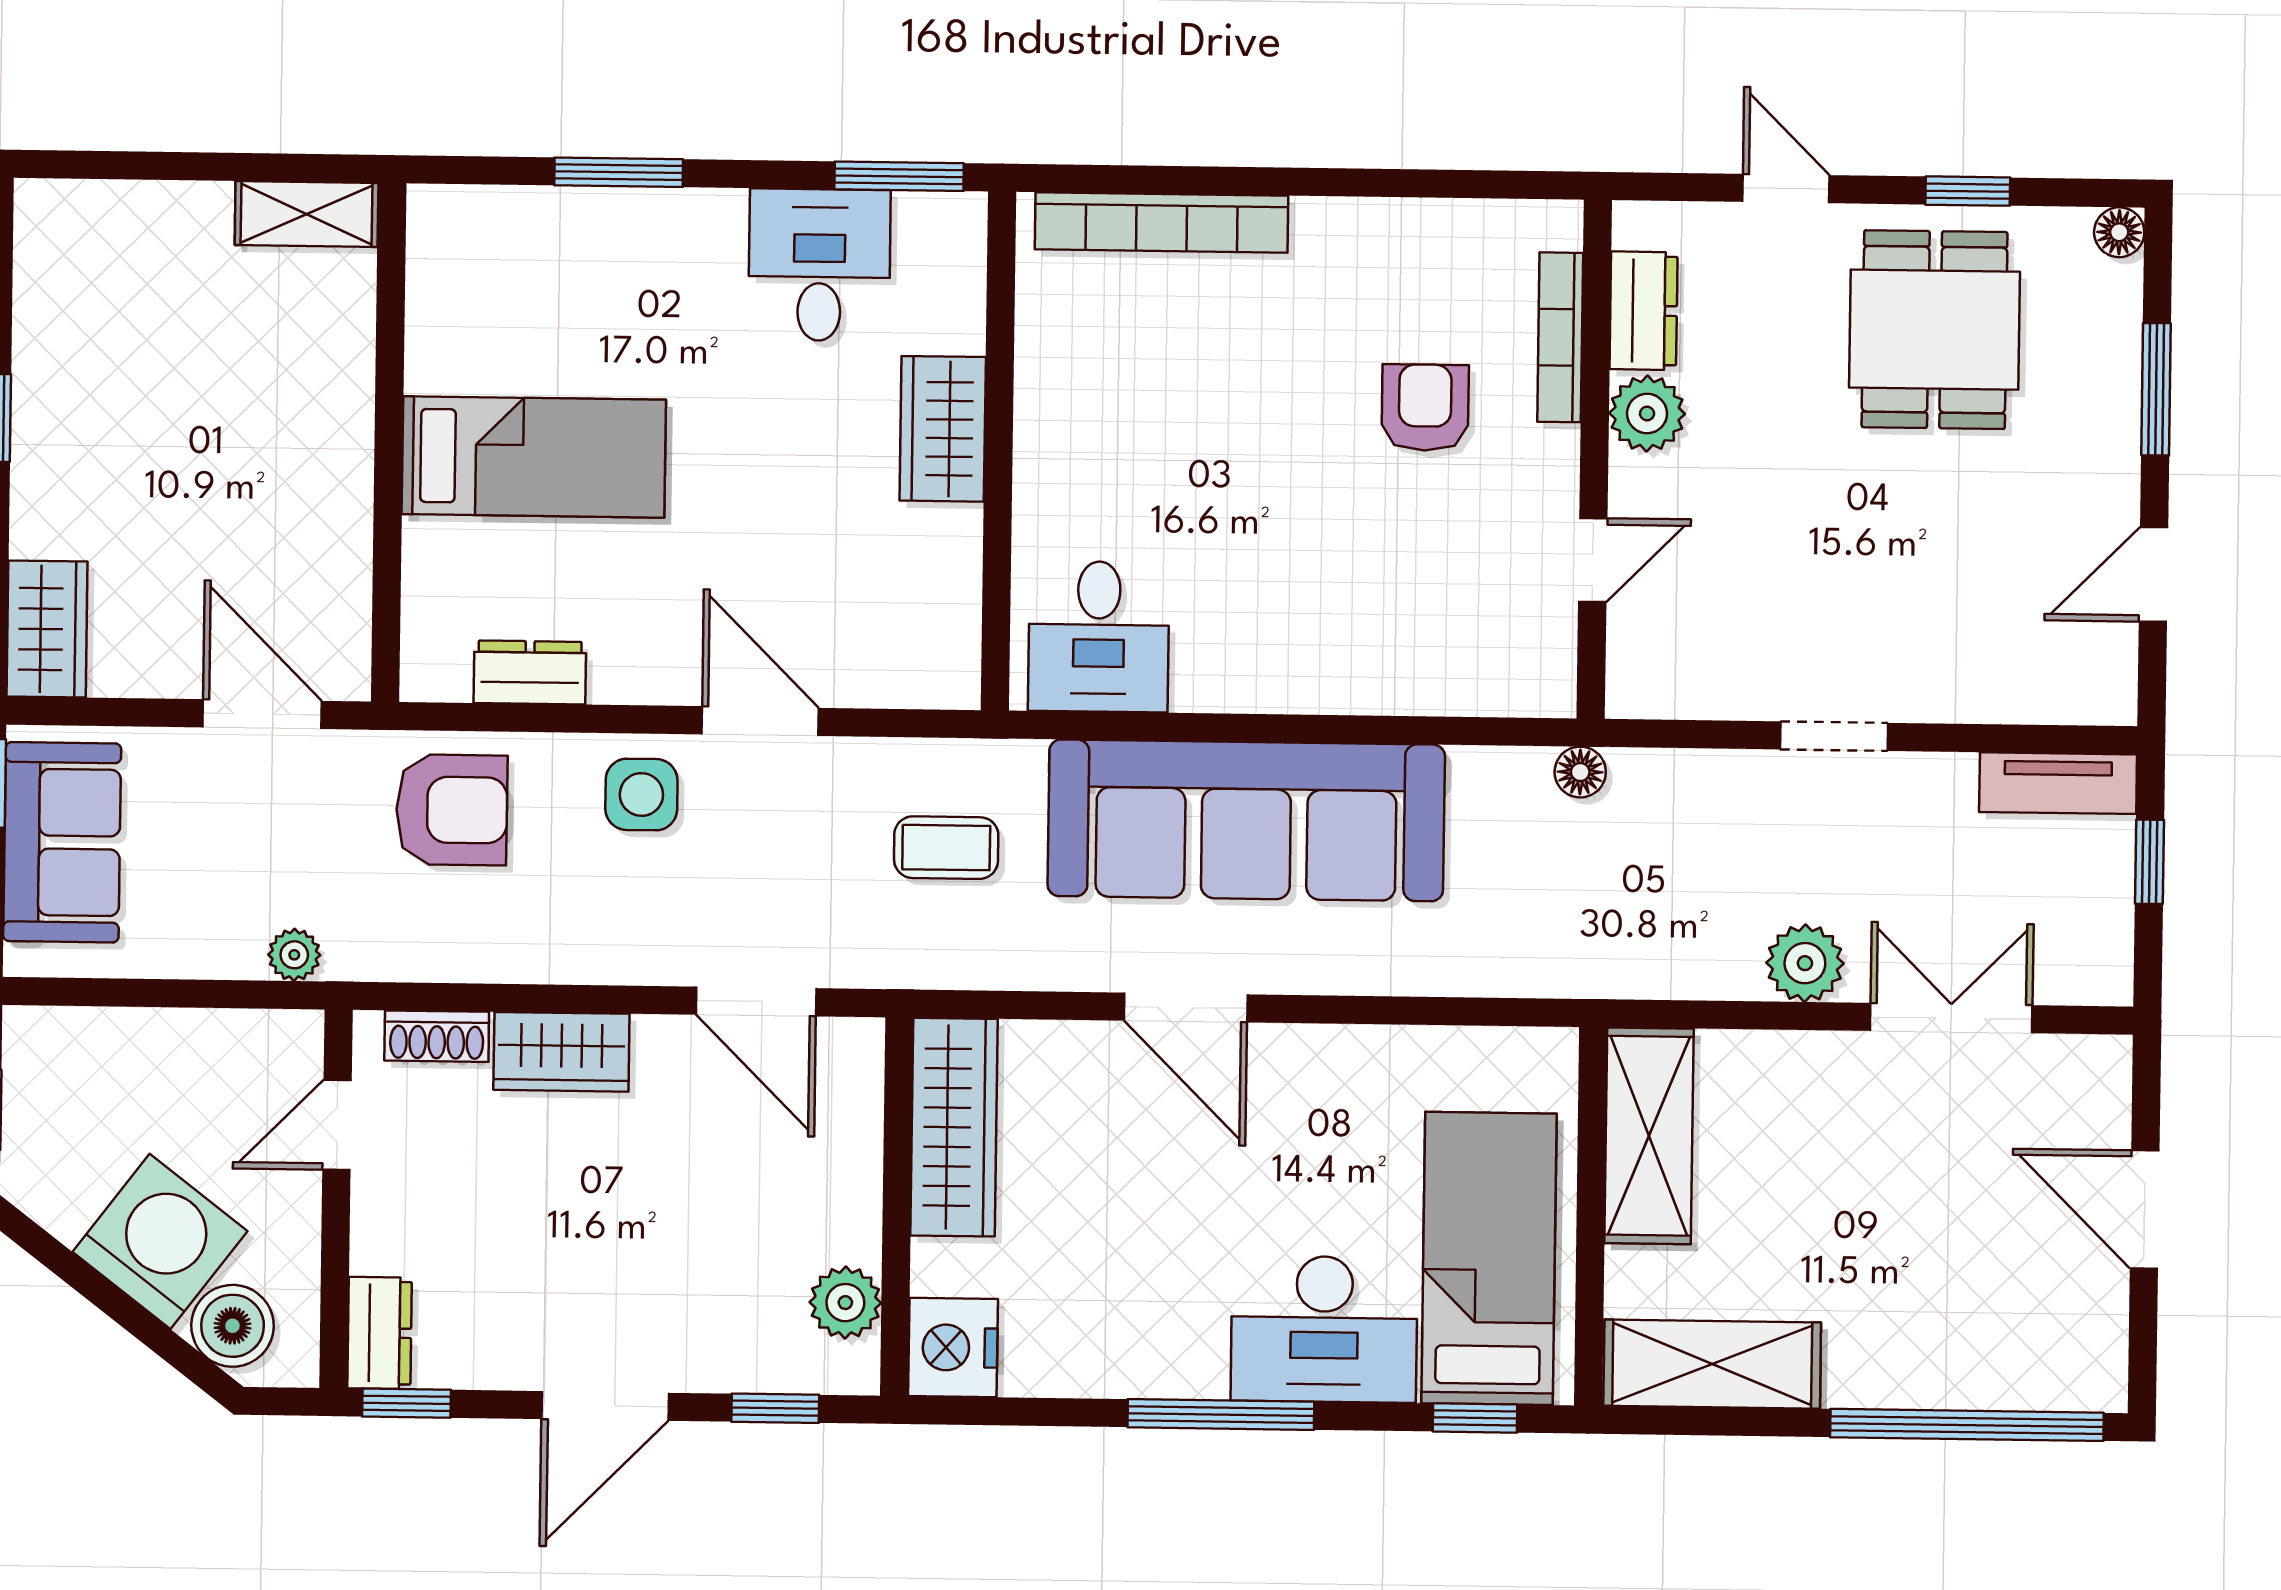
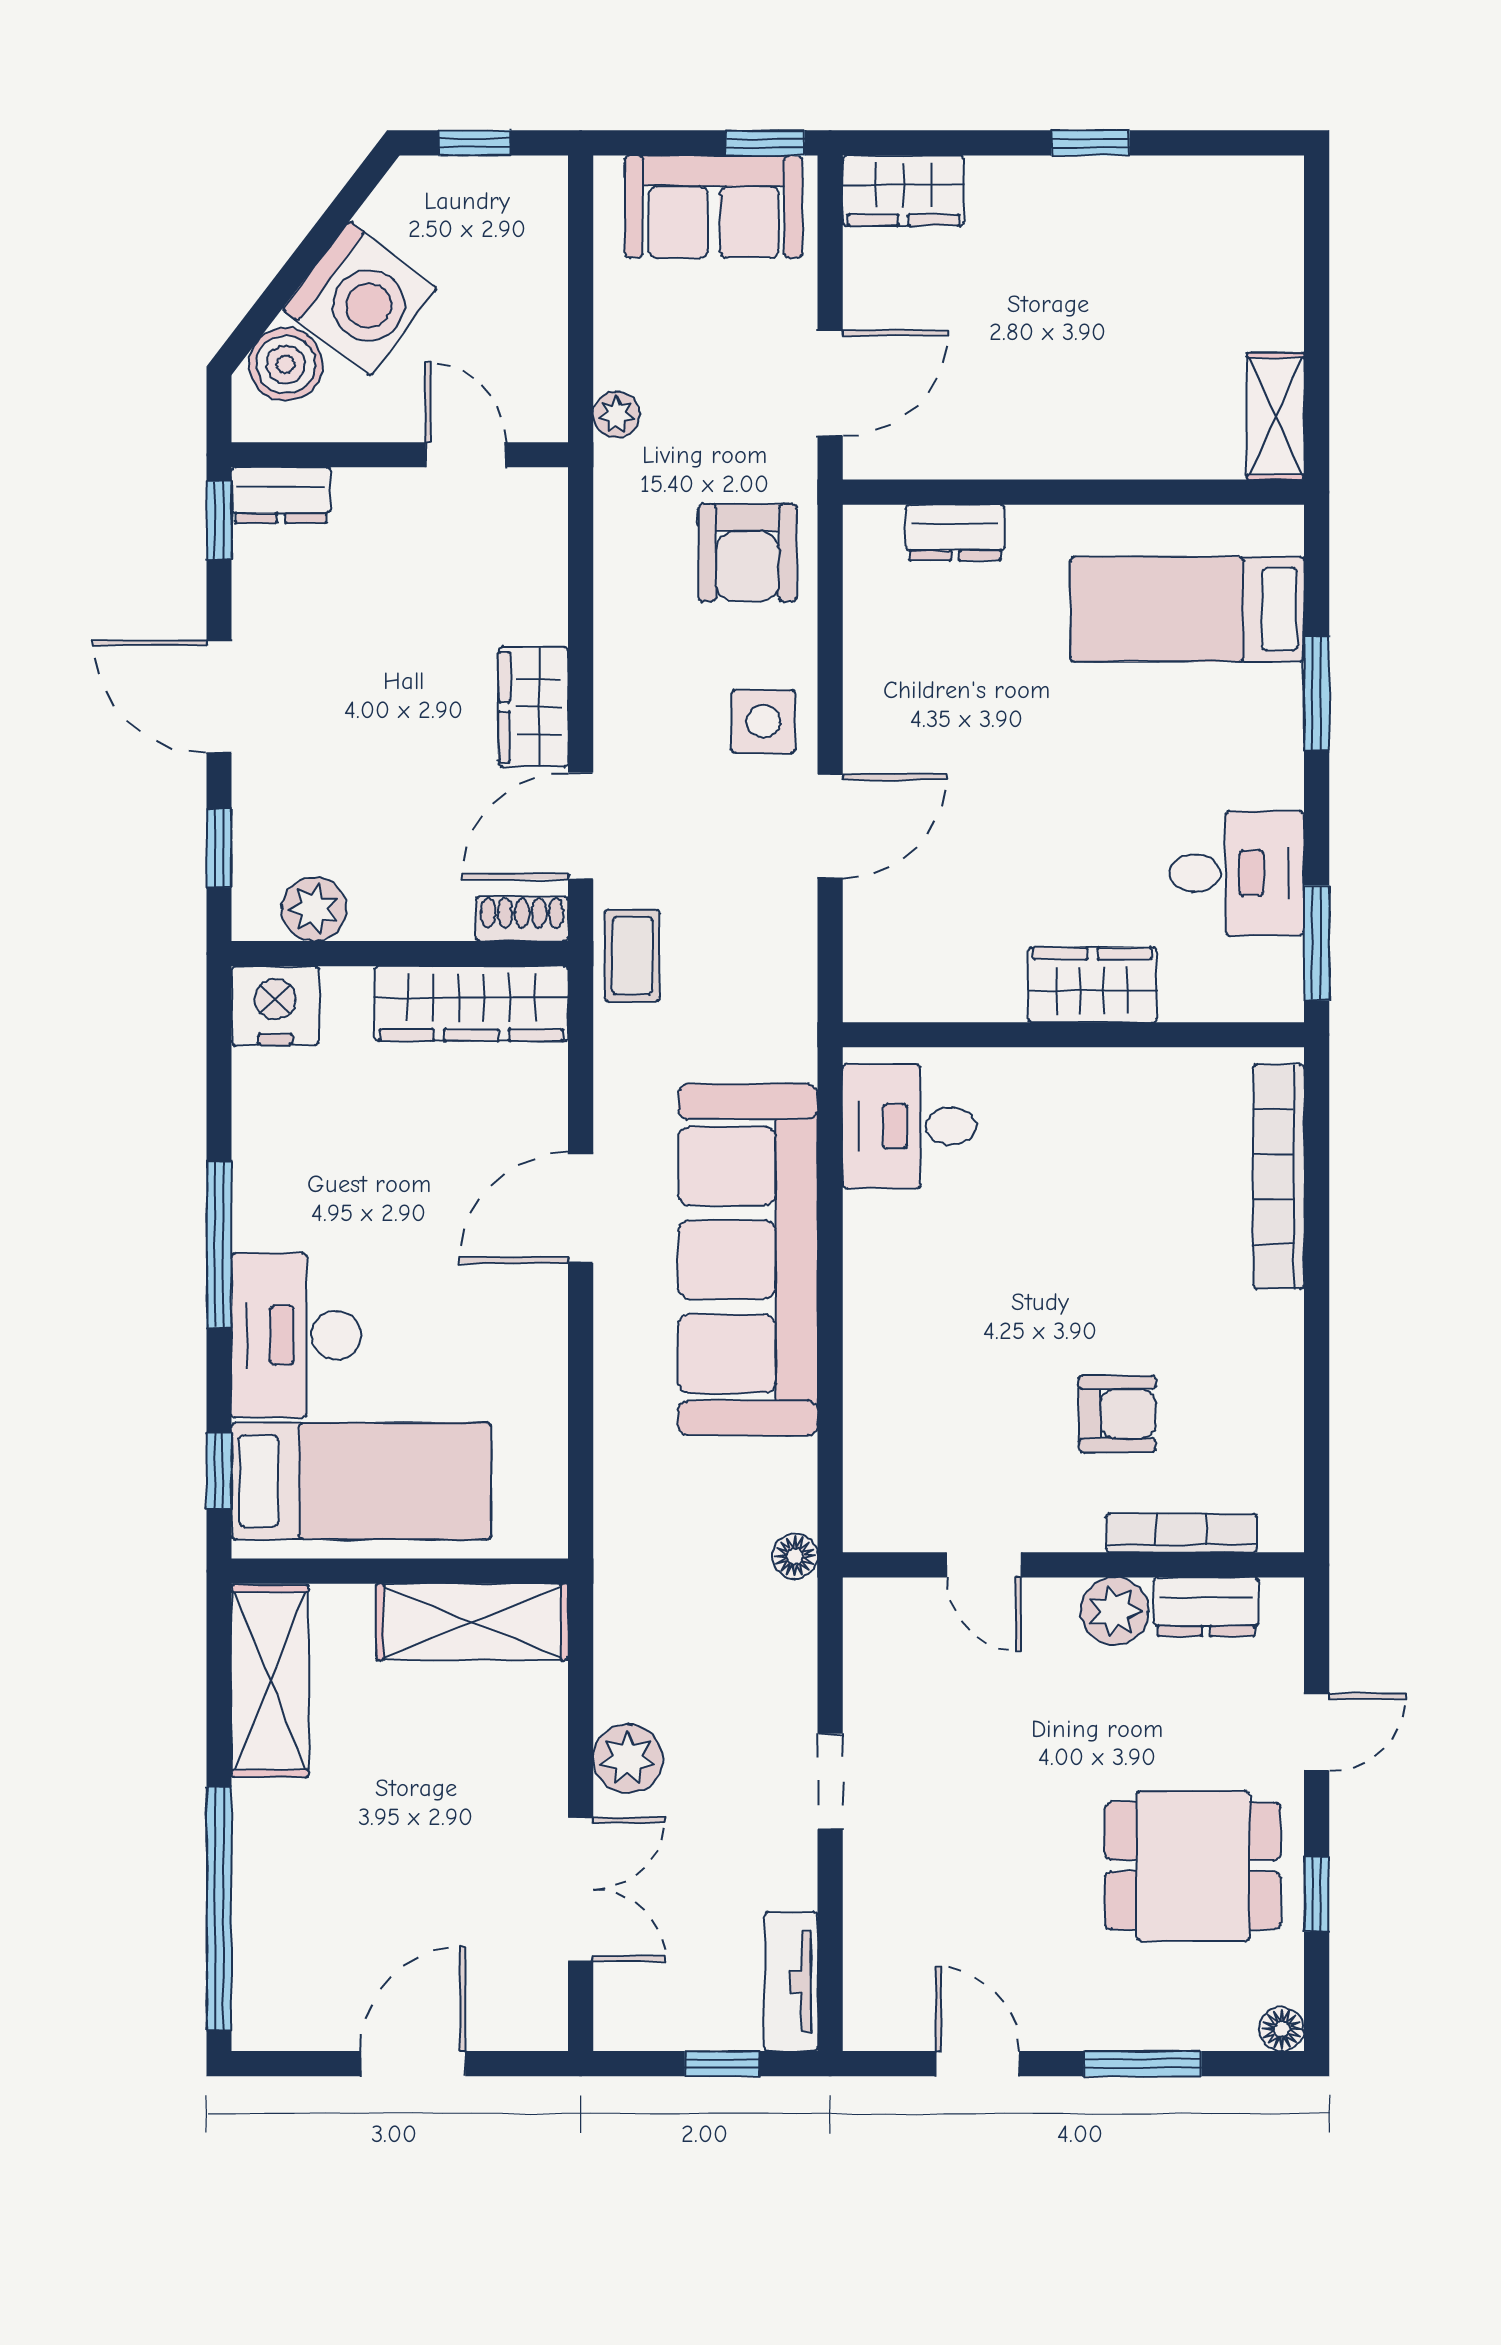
bed: (534, 457) -> (1187, 609), moved, turned 90
dresser: (530, 672) -> (955, 533), moved, turned 90
coffee table: (946, 848) -> (632, 956), moved
shoe rack: (437, 1036) -> (522, 919), moved, turned 90
wardrobe: (561, 1052) -> (533, 707), moved

